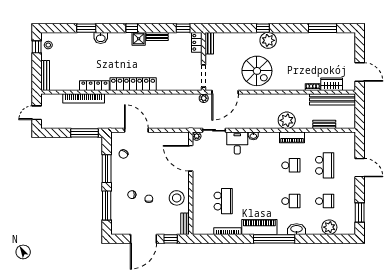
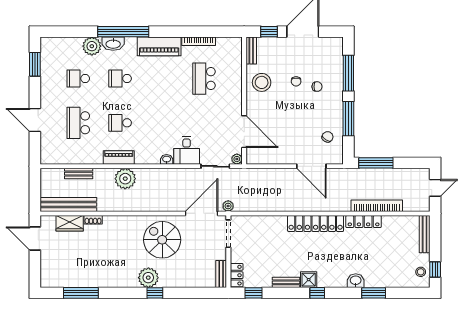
plant: (329, 227) -> (92, 46), moved
window: (274, 239) -> (123, 32), moved

